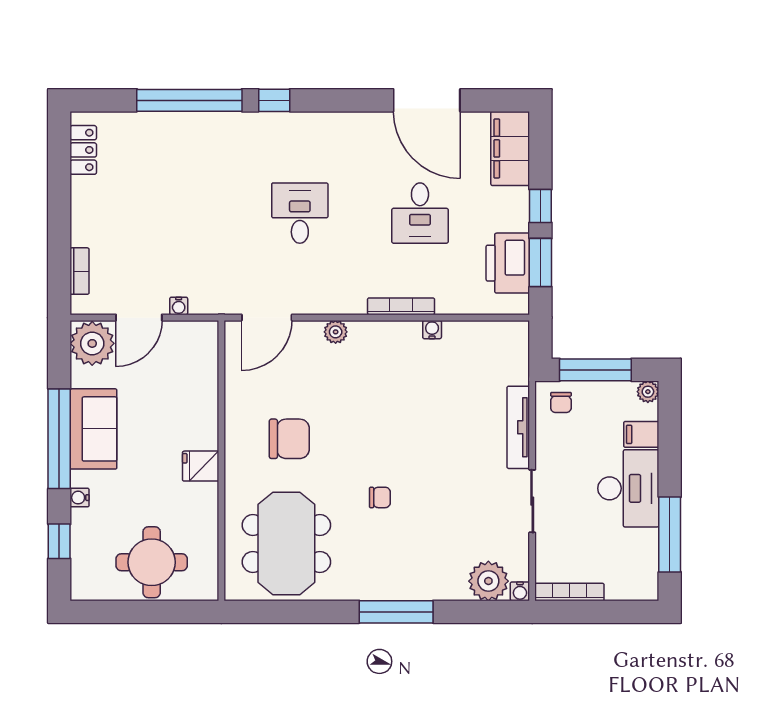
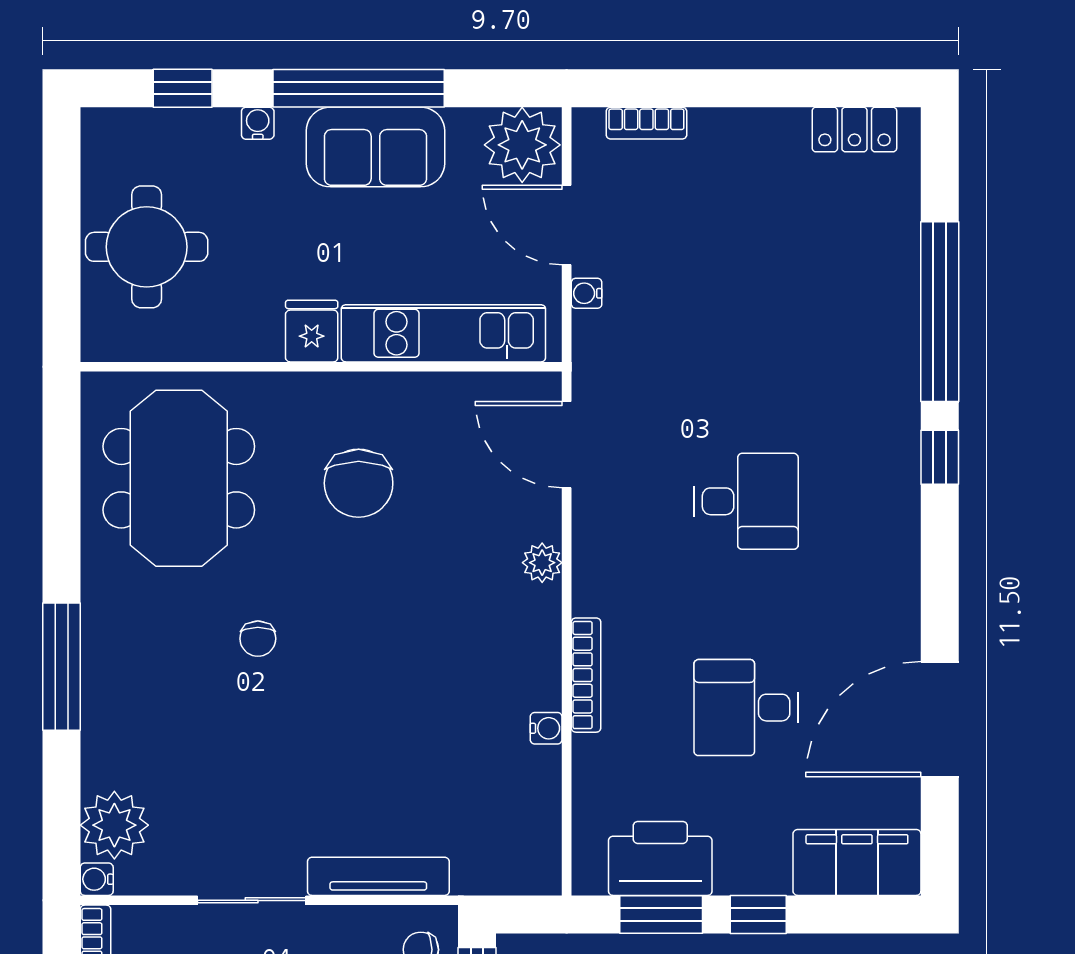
kitchen unit: (202, 389) -> (443, 333), added
meeting table: (286, 543) -> (179, 478), turned 90

